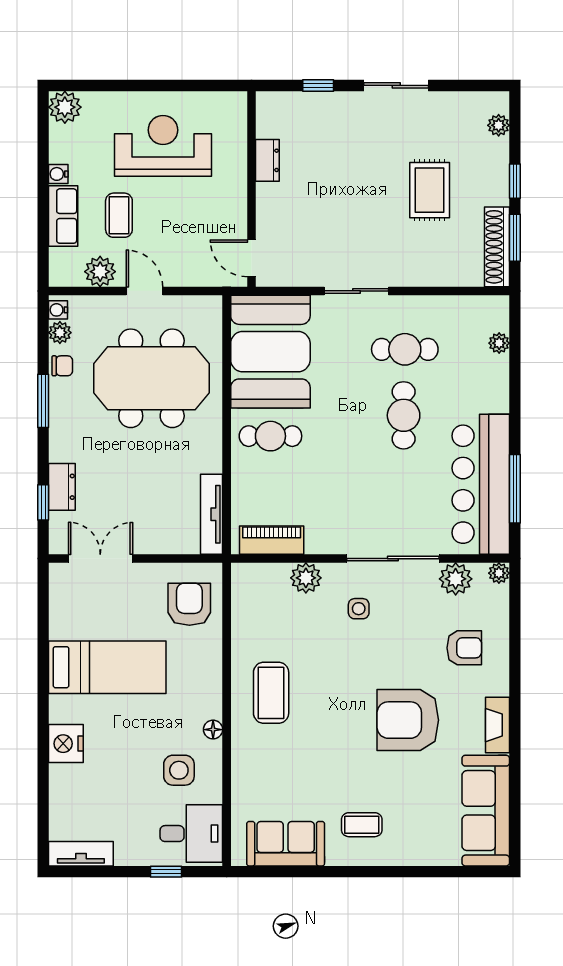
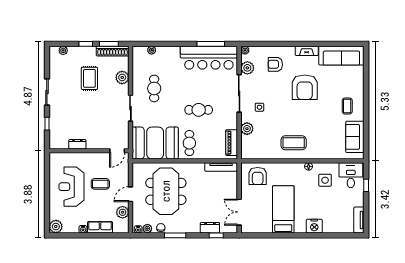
rug: (430, 190) -> (89, 78), turned 90
coffee table: (119, 215) -> (100, 184), moved
plant: (432, 271) -> (122, 77), added
cafe table: (404, 415) -> (199, 110), moved
armchair: (189, 604) -> (258, 176), turned -90
armchair: (464, 648) -> (275, 64), turned -90

